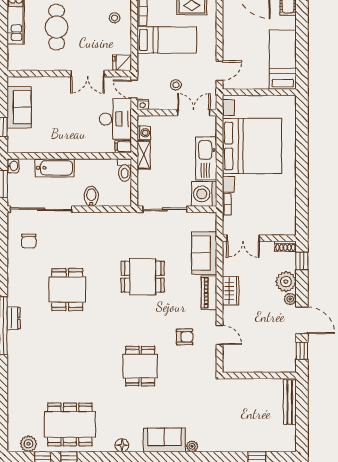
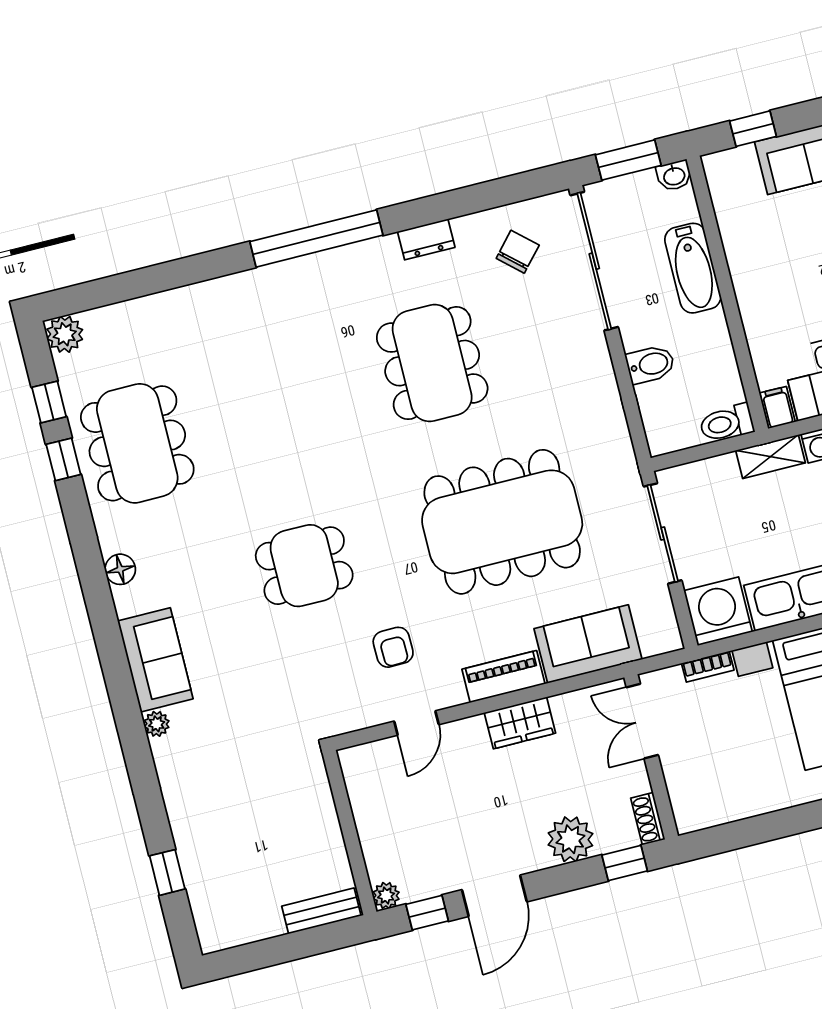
chair: (29, 241) -> (518, 252), turned 132
dining table: (143, 277) -> (502, 522), width x1.88, depth x1.24
dining table: (67, 290) -> (432, 363), width x1.38
plant: (290, 299) -> (386, 895), moved
dresser: (14, 318) -> (426, 239), moved
bench: (290, 402) -> (321, 911), width x0.73
plant: (28, 444) -> (65, 334), moved

